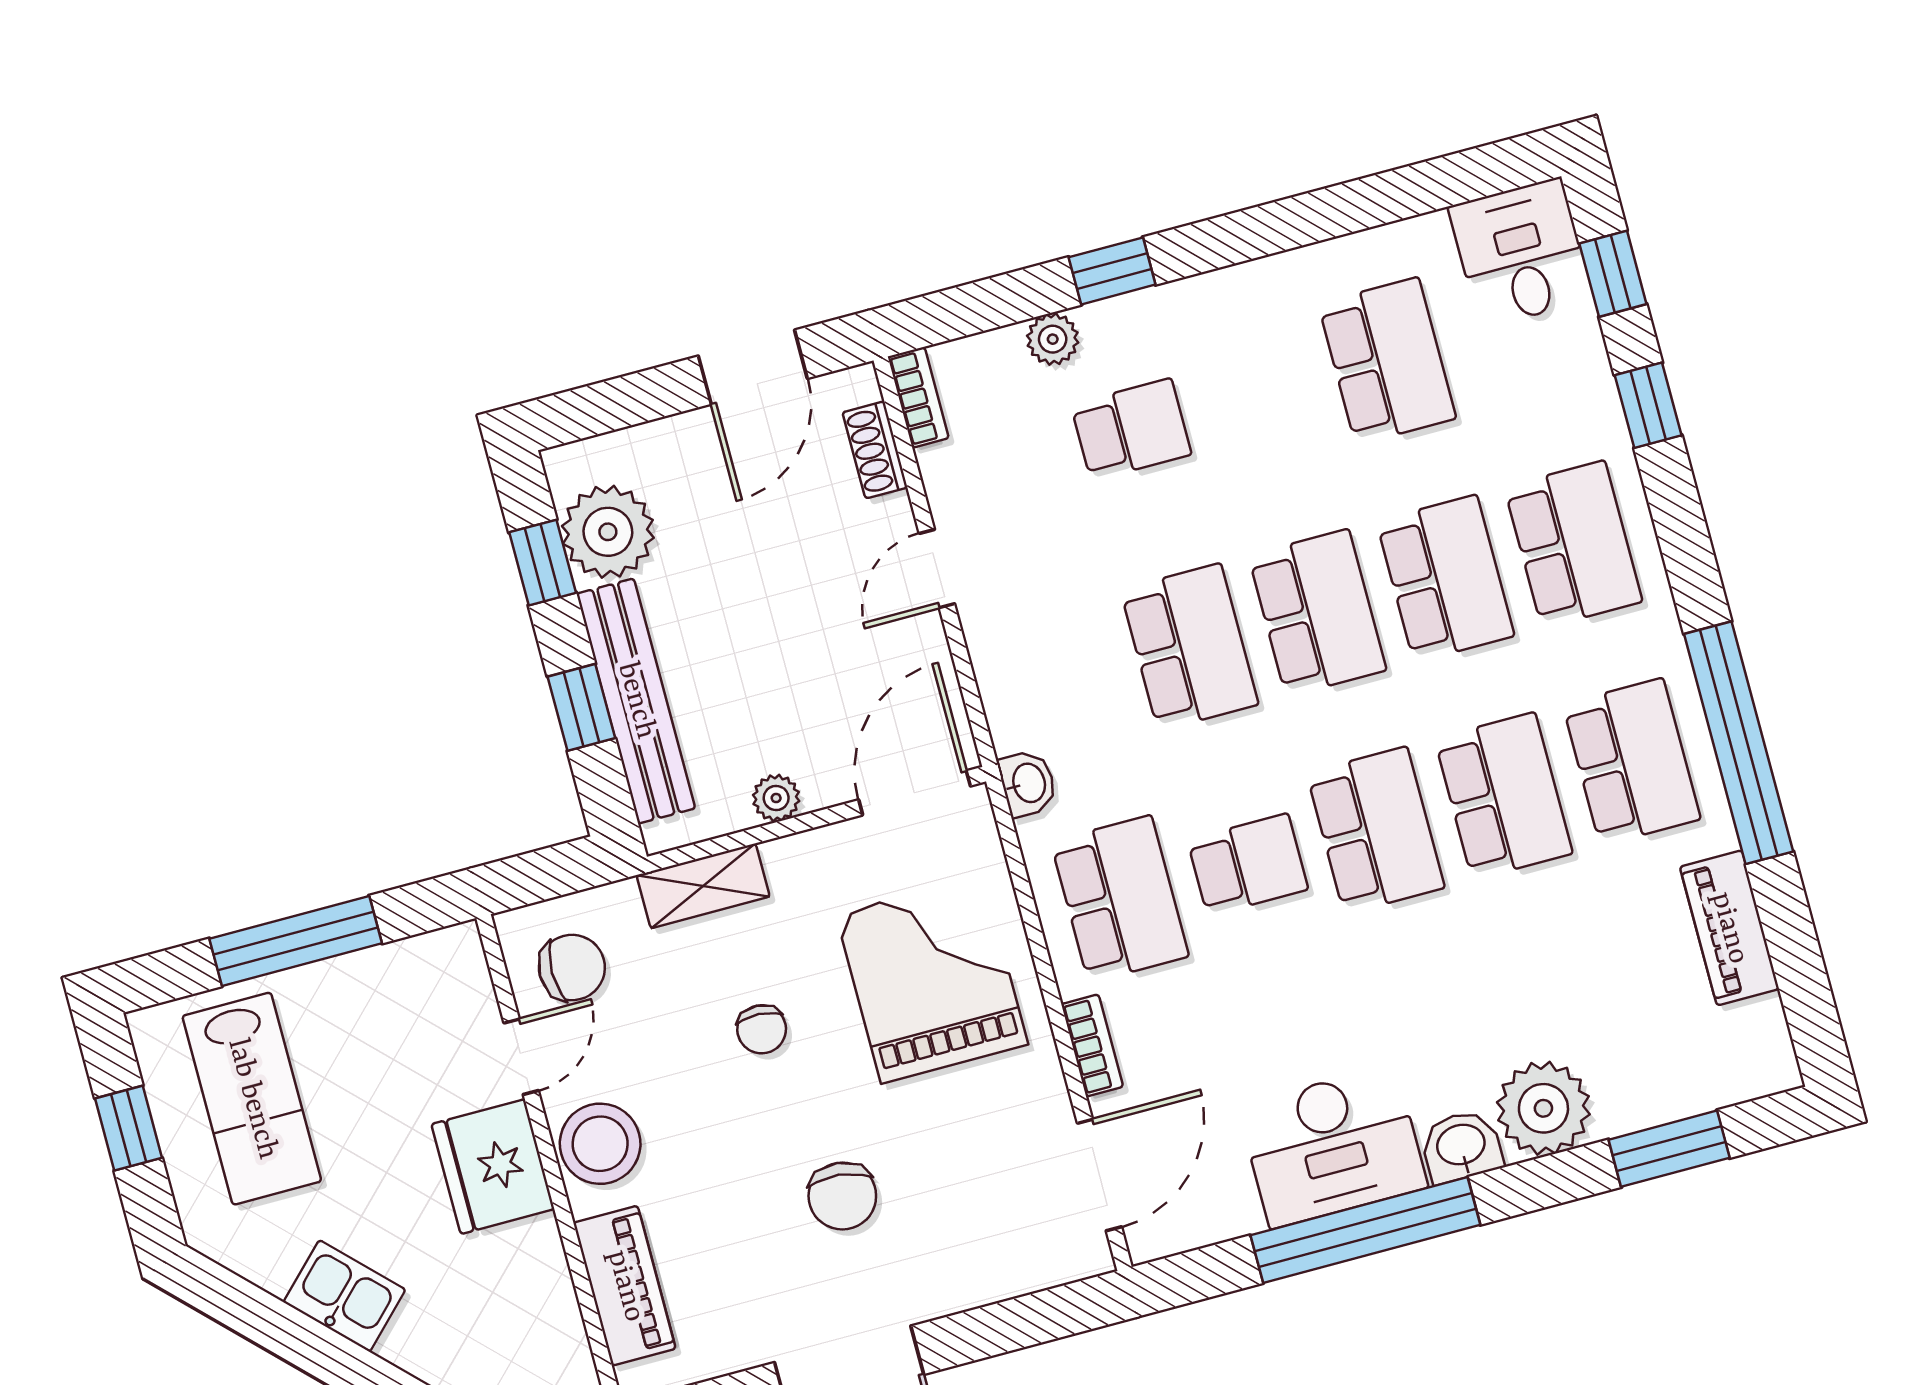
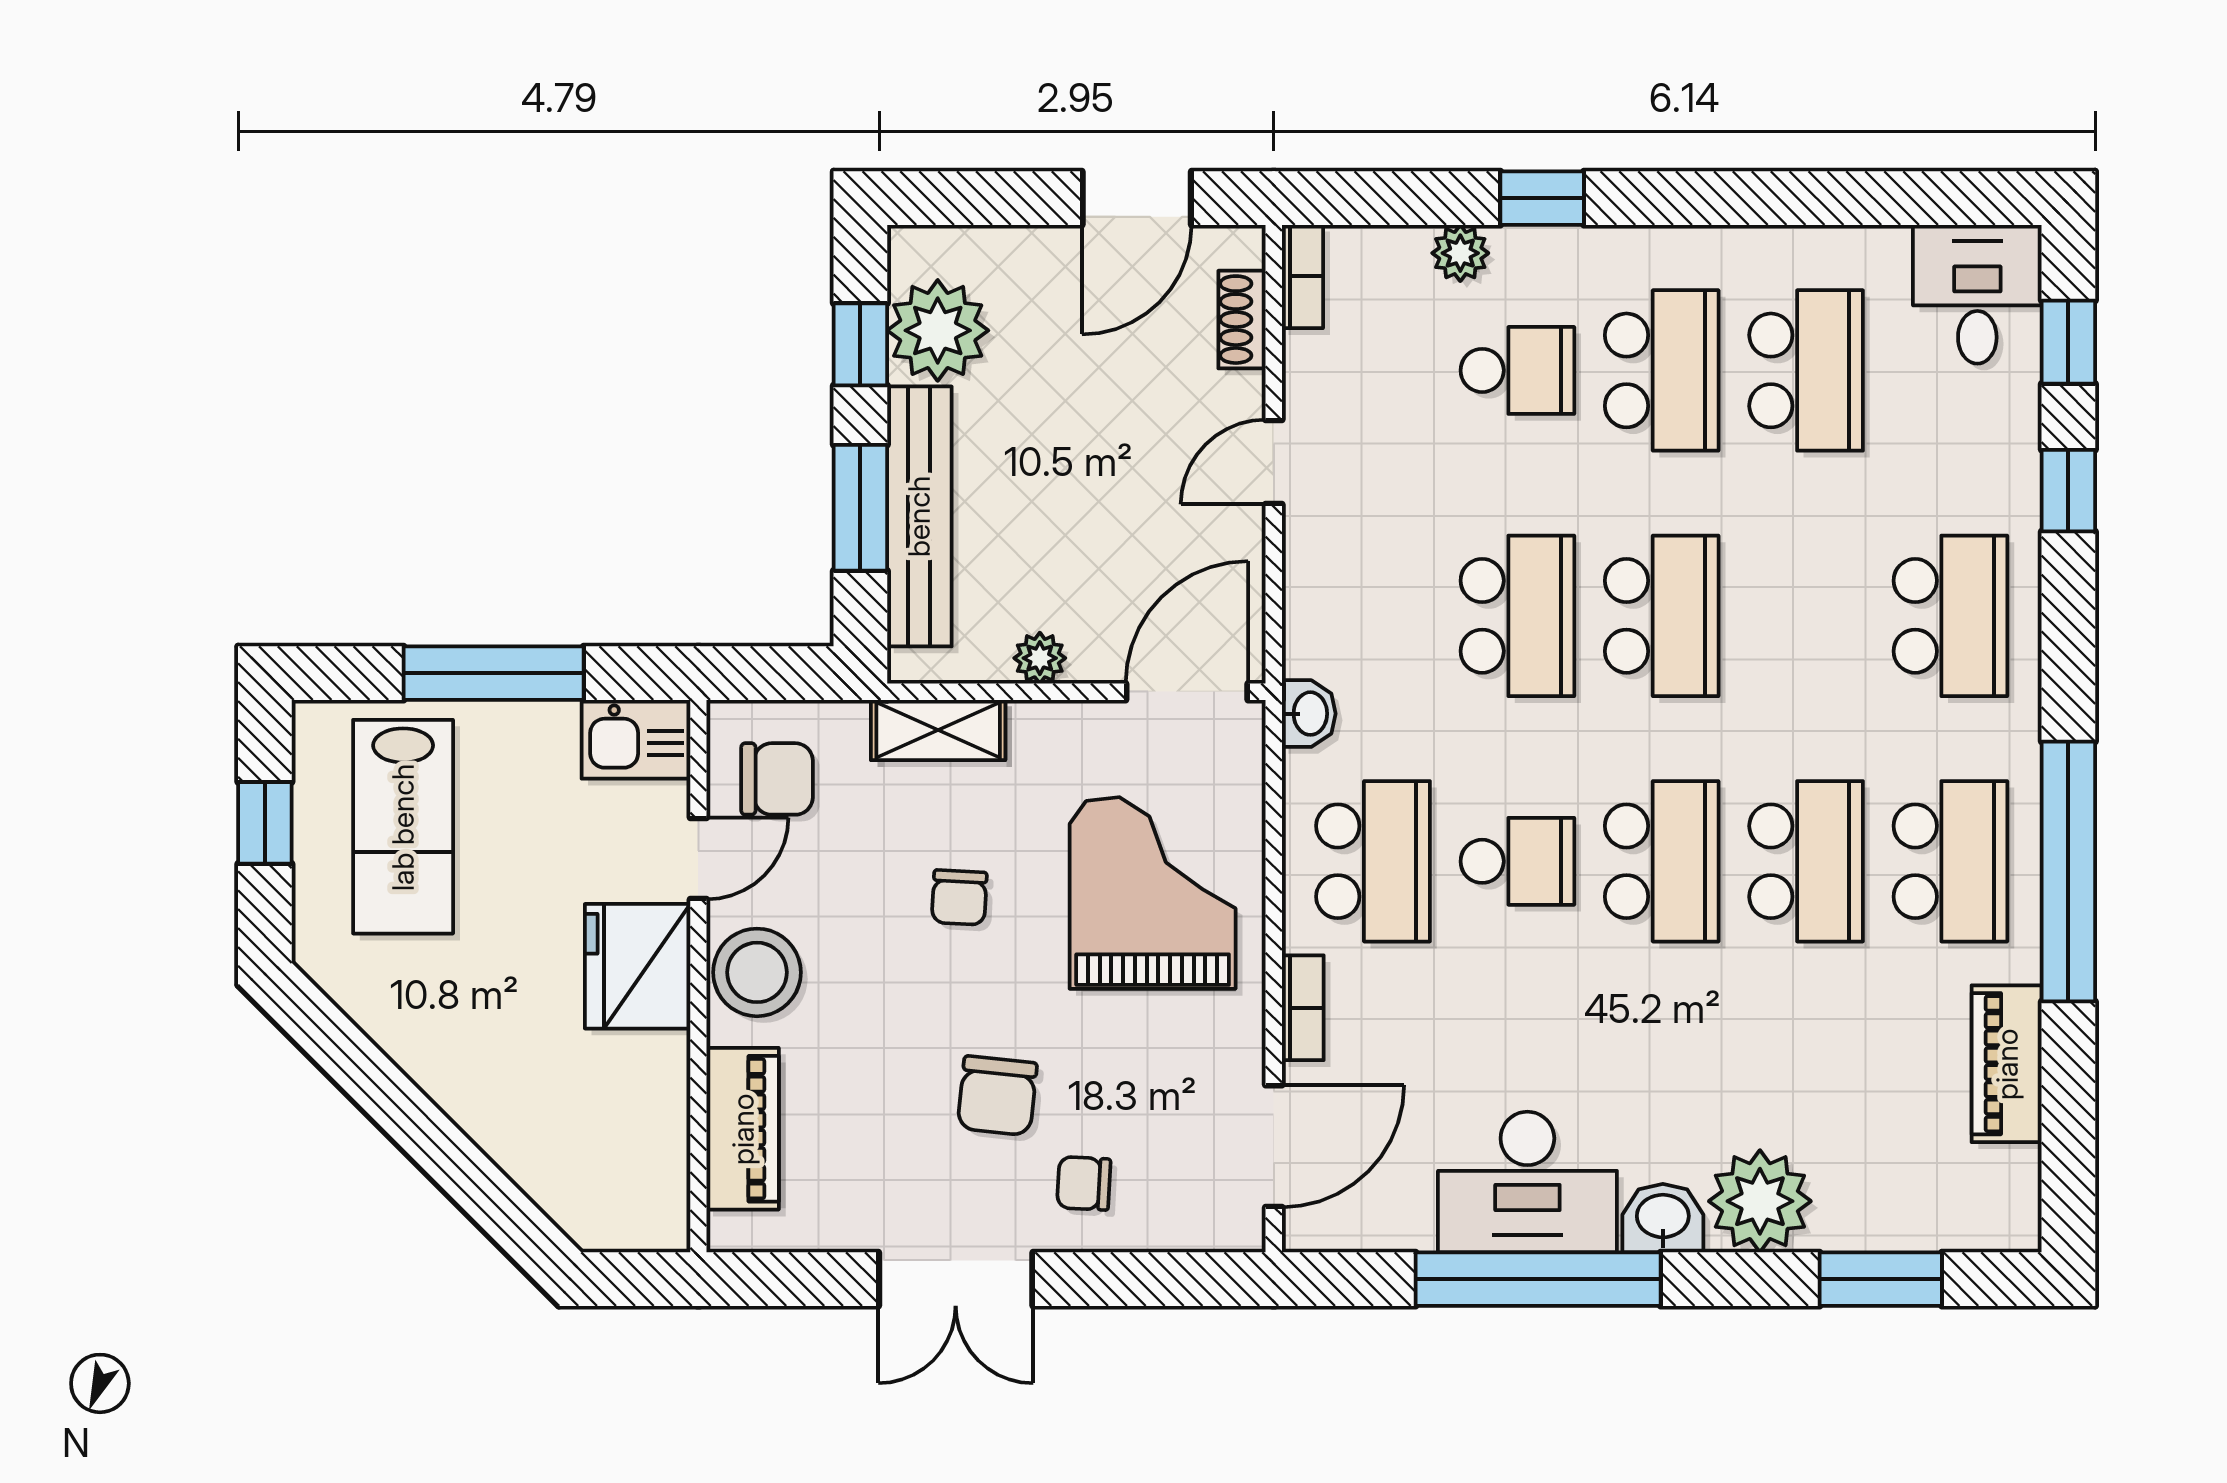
school desk: (1445, 579) -> (1662, 370), moved
window: (581, 707) -> (860, 508), width x1.50
chair: (940, 1253) -> (1084, 1183), added
kitchen sink: (344, 1296) -> (636, 739), moved, turned 135

